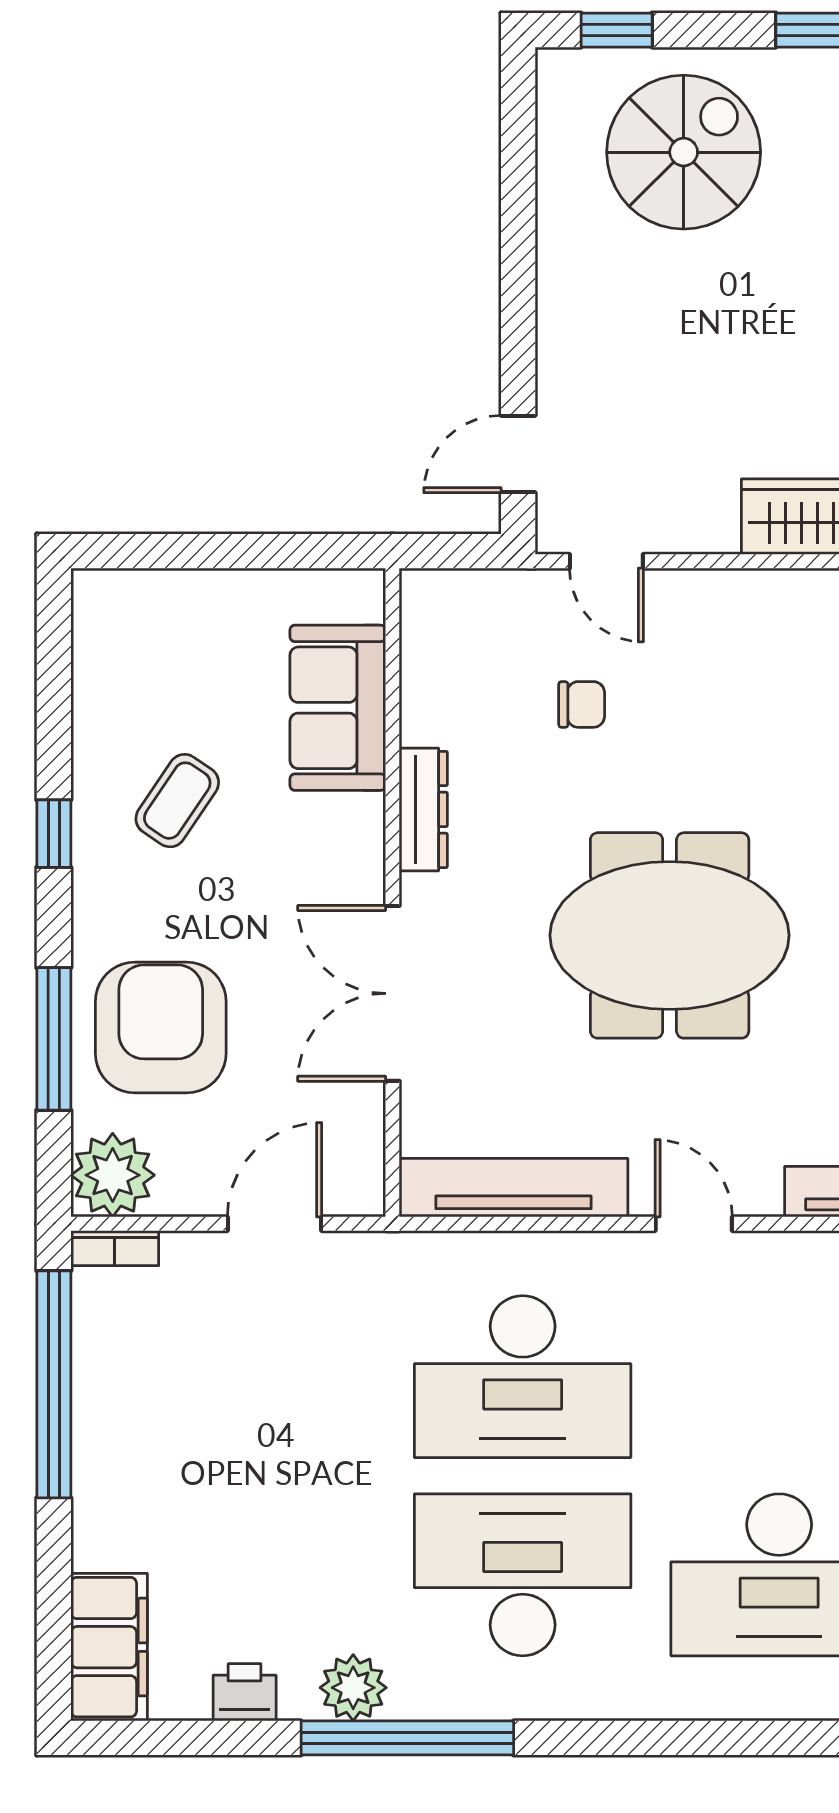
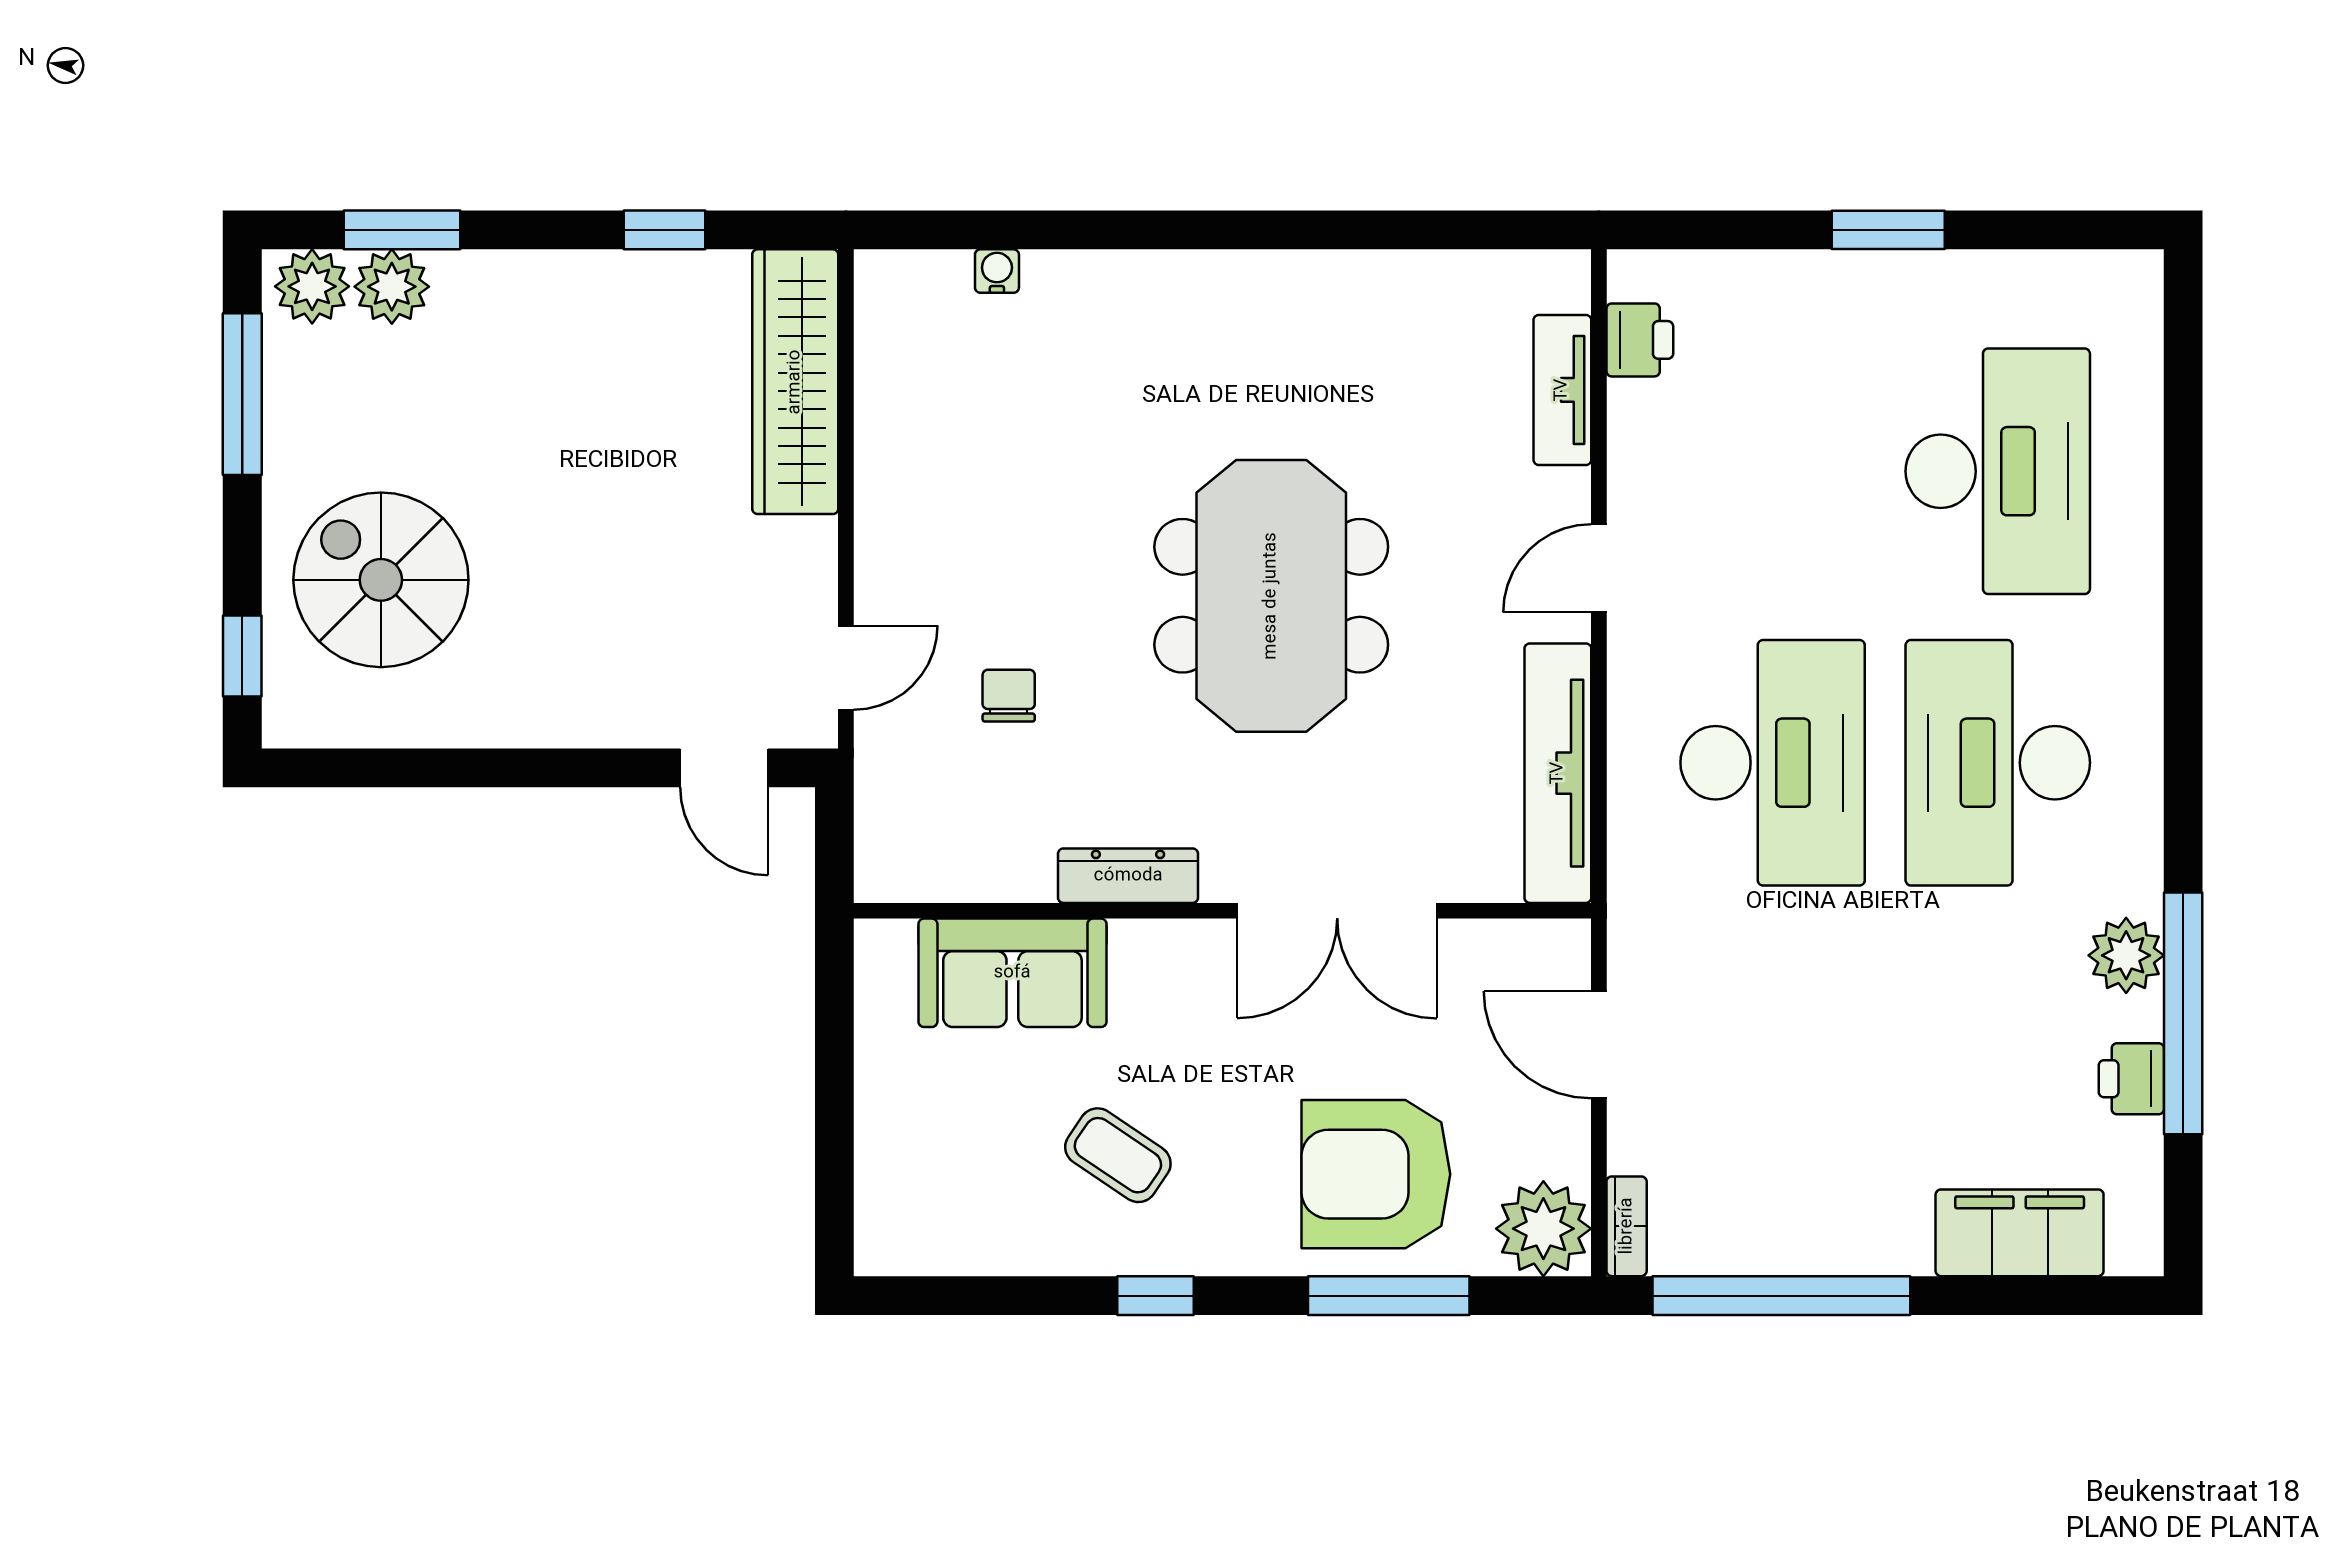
filing cabinet: (109, 1647) -> (2020, 1233), moved
window: (407, 1738) -> (2183, 1013), moved

